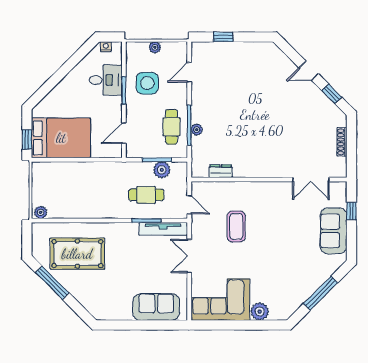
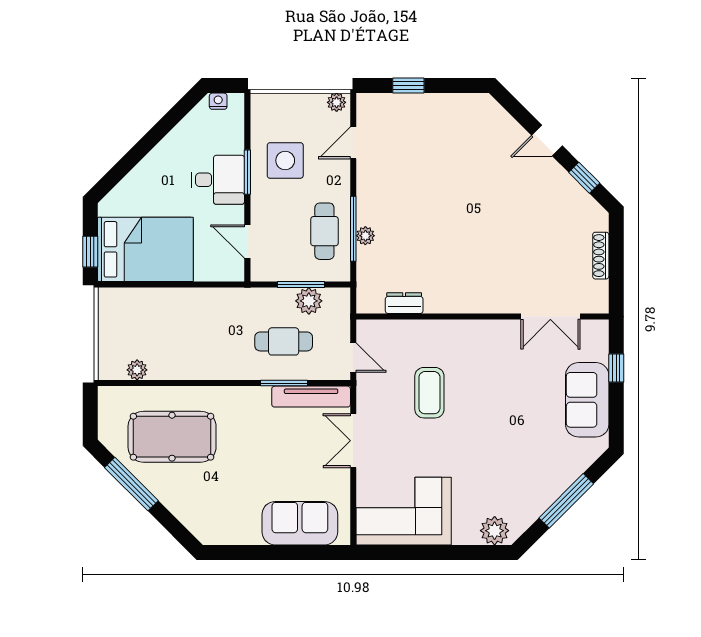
plant: (155, 47) -> (337, 102), moved
desk: (106, 80) -> (218, 180), moved
door: (124, 133) -> (247, 242), hinge flipped
plant: (41, 212) -> (137, 370), moved
plant: (260, 312) -> (495, 531), moved

